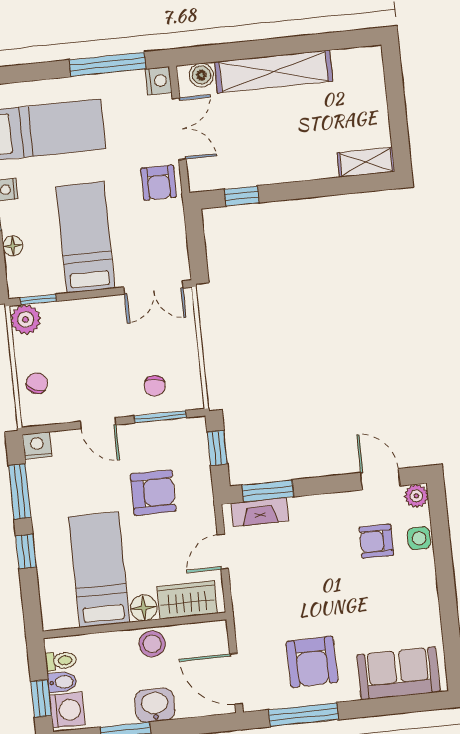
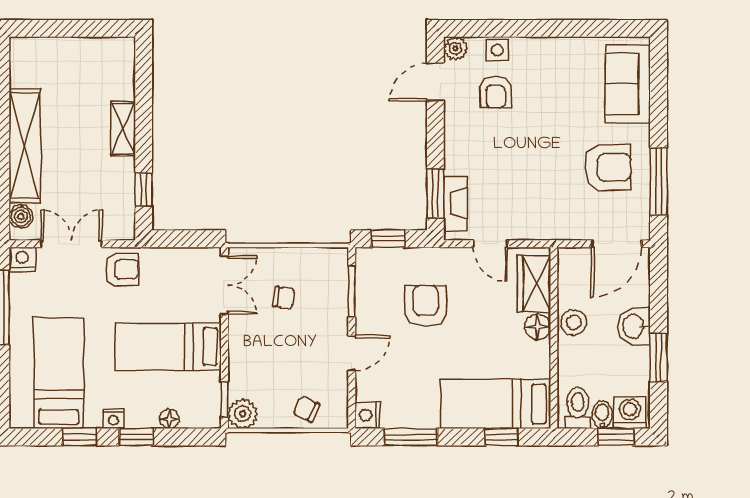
shelving: (366, 162) -> (123, 129), moved
chair: (155, 386) -> (284, 298), moved
window: (26, 551) -> (501, 437), moved
bed: (99, 570) -> (496, 404), moved
toilet: (61, 661) -> (578, 408), width x1.37, depth x1.39

